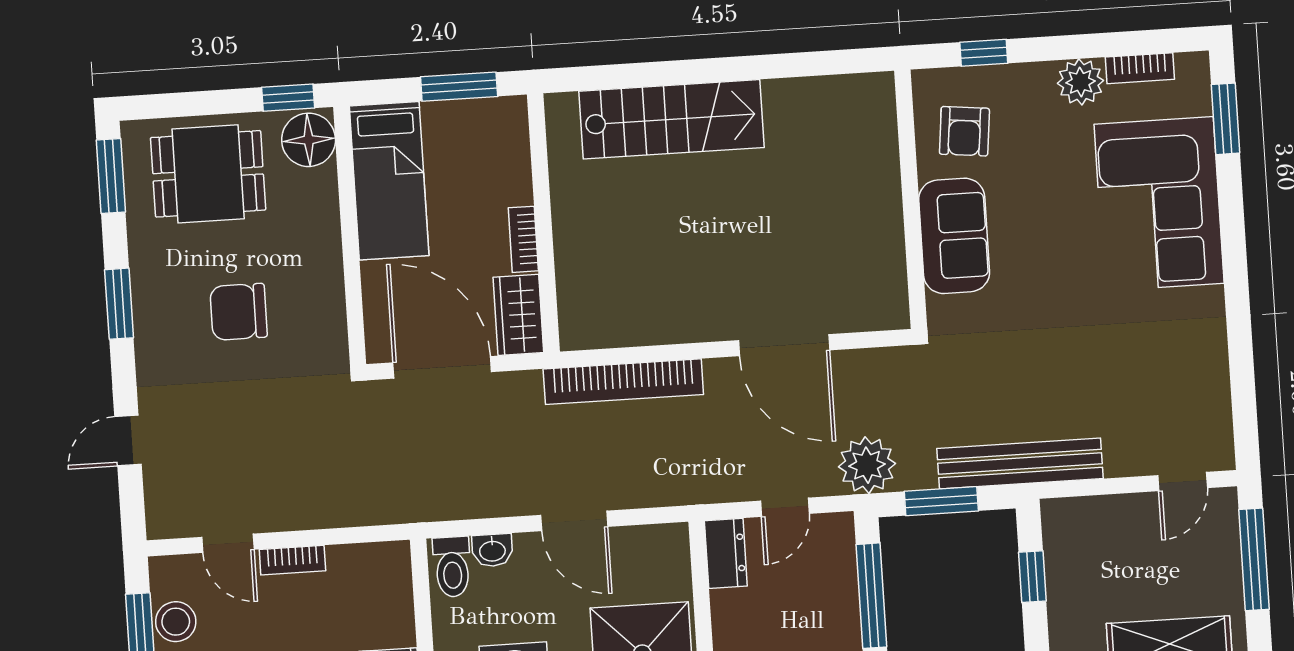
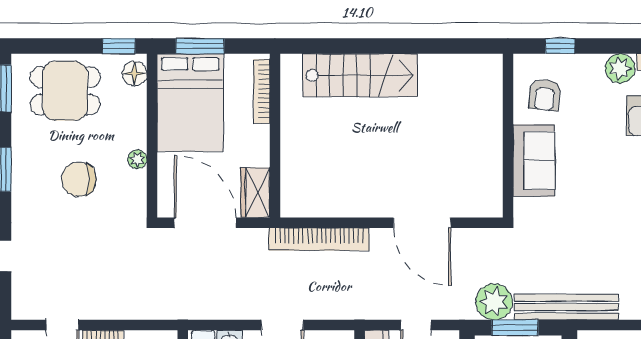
window: (459, 87) -> (200, 46), moved
floor lamp: (309, 140) -> (135, 73), width x0.73, depth x0.73
bed: (389, 181) -> (190, 103), width x1.50
bookcase: (523, 239) -> (262, 91), moved, width x1.56
plant: (329, 274) -> (137, 159), added
plant: (867, 465) -> (494, 302), moved

